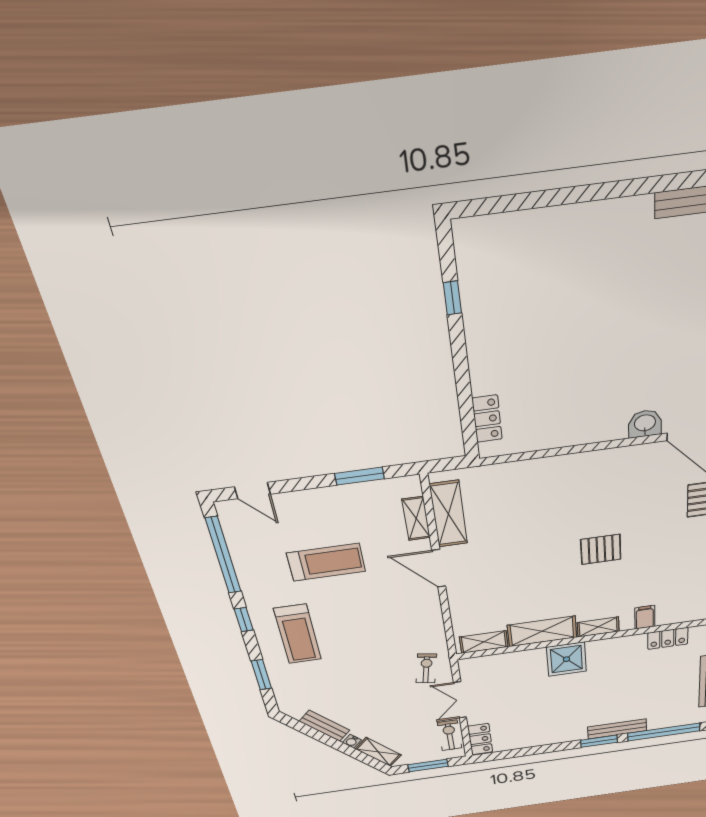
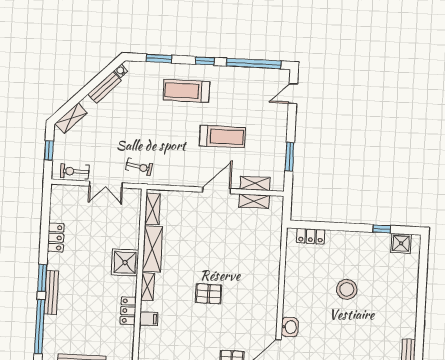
shower: (473, 256) -> (401, 243), added
stool: (572, 341) -> (347, 289), added
shelving: (449, 514) -> (254, 201), width x0.67, depth x0.75
pallet: (601, 549) -> (209, 294), turned 90
treadmill: (326, 562) -> (222, 137), moved, turned -90
locker: (668, 638) -> (128, 311), moved
double door: (460, 700) -> (106, 184), swing flipped
exercise bike: (450, 735) -> (75, 171), turned 180
locker: (480, 739) -> (56, 238), moved, turned -90
water cooler: (352, 741) -> (121, 71), moved
window: (428, 766) -> (49, 150), width x0.67

